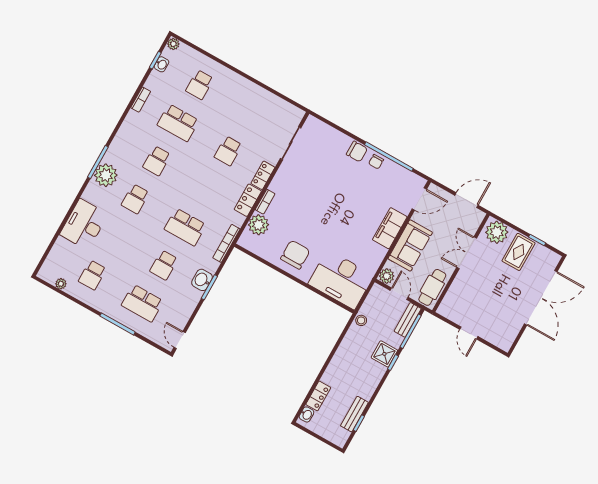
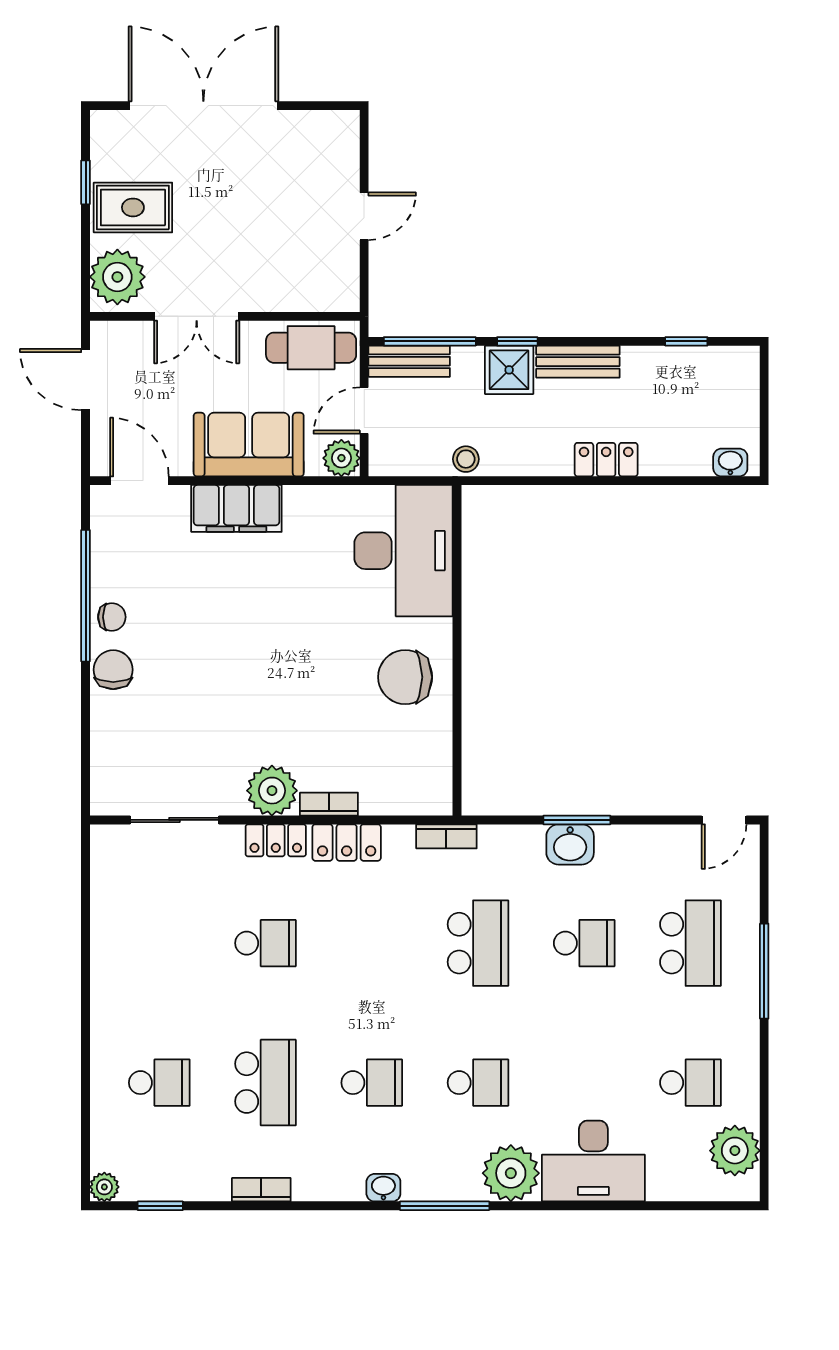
washbasin: (161, 64) -> (383, 1188), moved
plant: (106, 175) -> (511, 1173), moved
plant: (259, 225) -> (272, 791), moved
bookcase: (226, 243) -> (446, 836), width x0.64
plant: (61, 284) -> (735, 1151), width x1.88, depth x1.88
locker: (318, 396) -> (606, 460), moved
bench: (354, 414) -> (578, 362), moved

